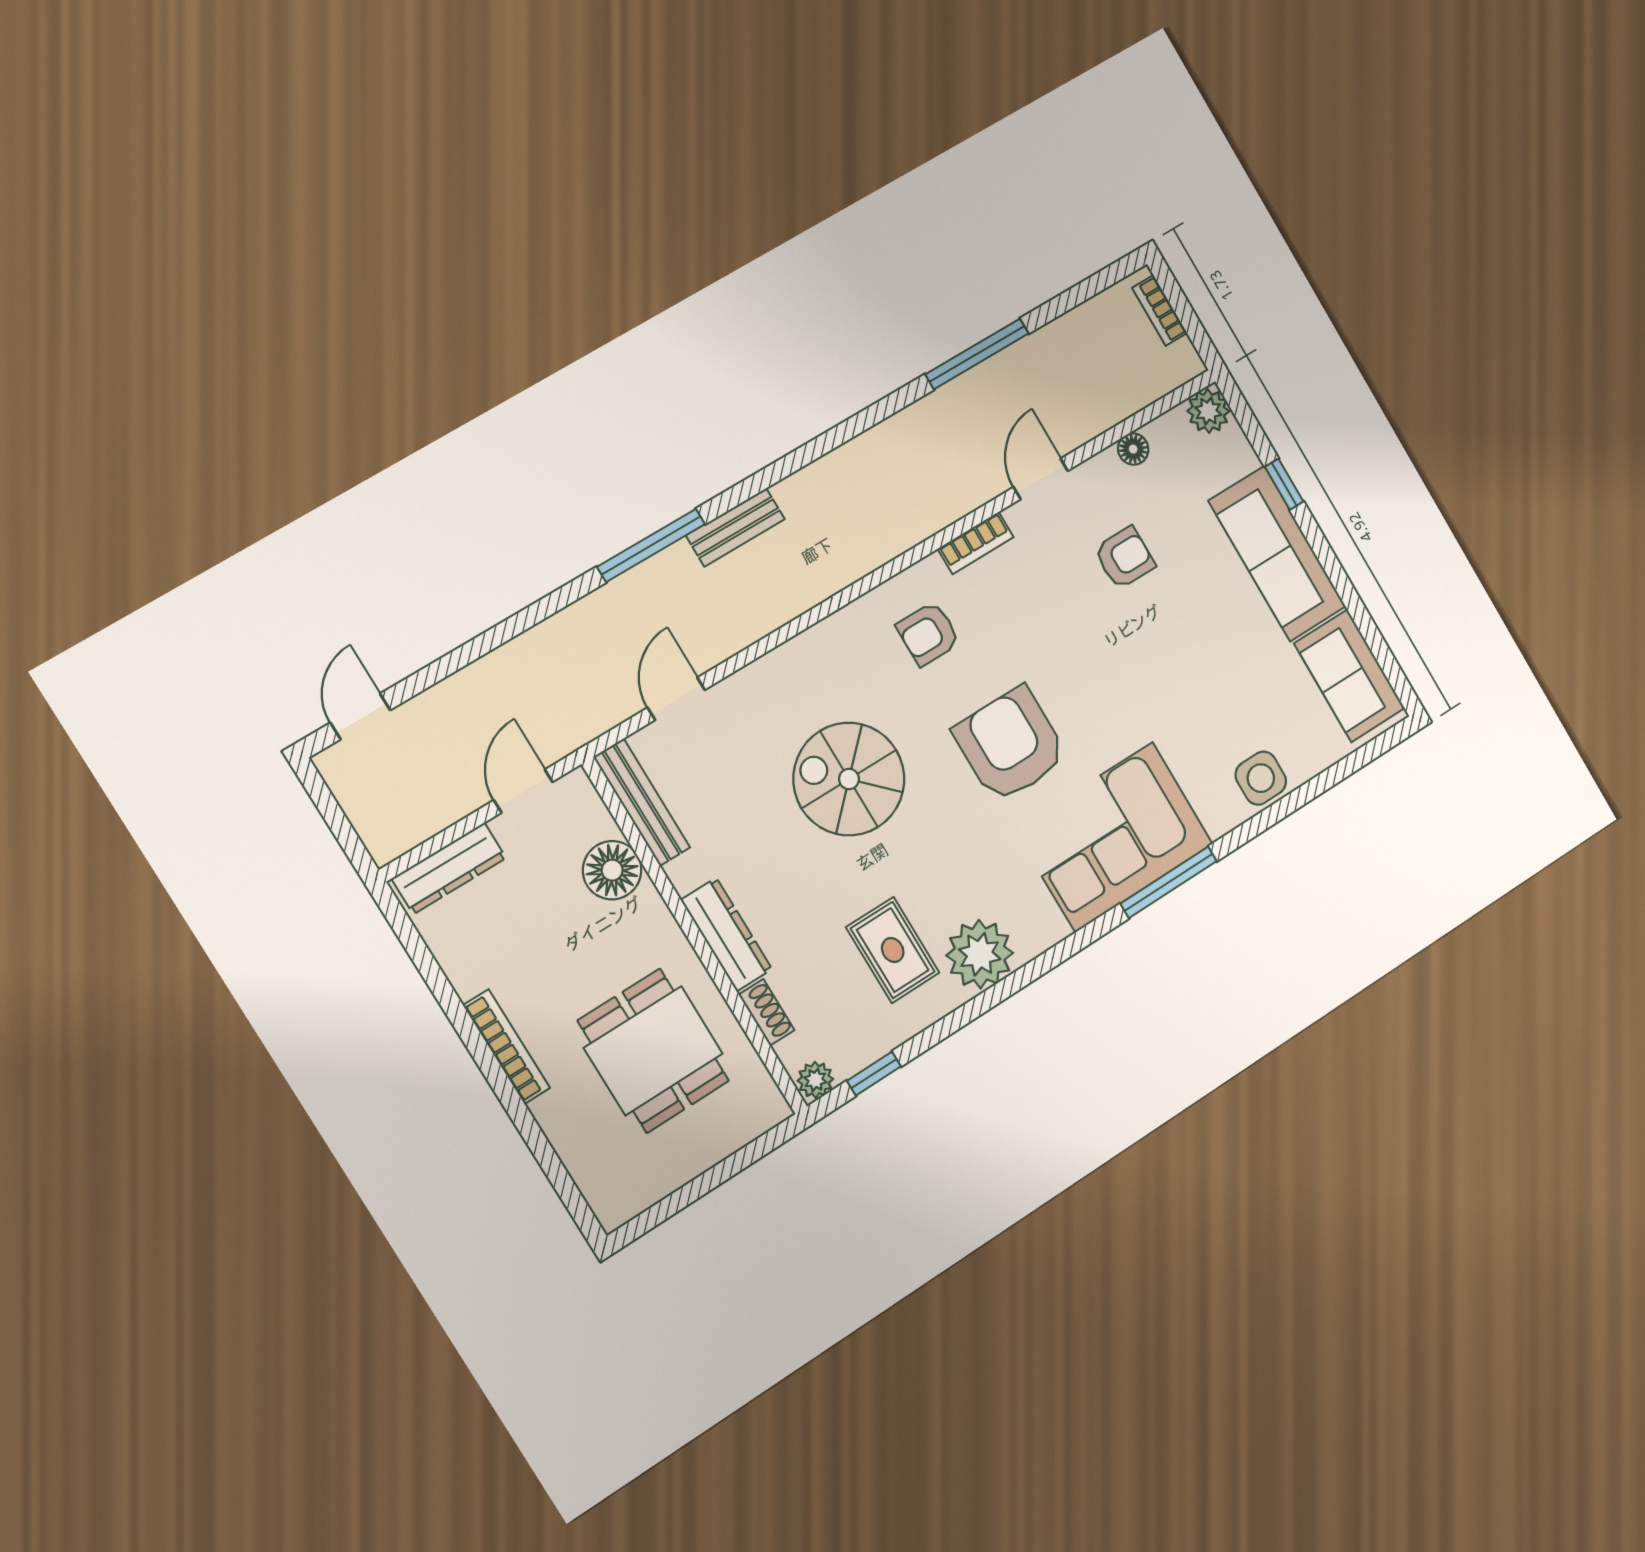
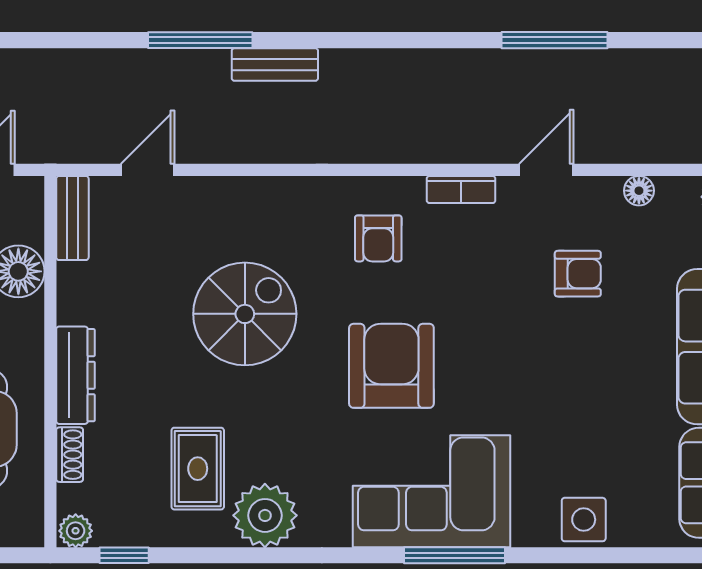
armchair: (928, 634) -> (378, 238), turned -90
spiral stairs: (849, 779) -> (245, 314), turned 90
bench: (642, 802) -> (72, 218), width x0.73

